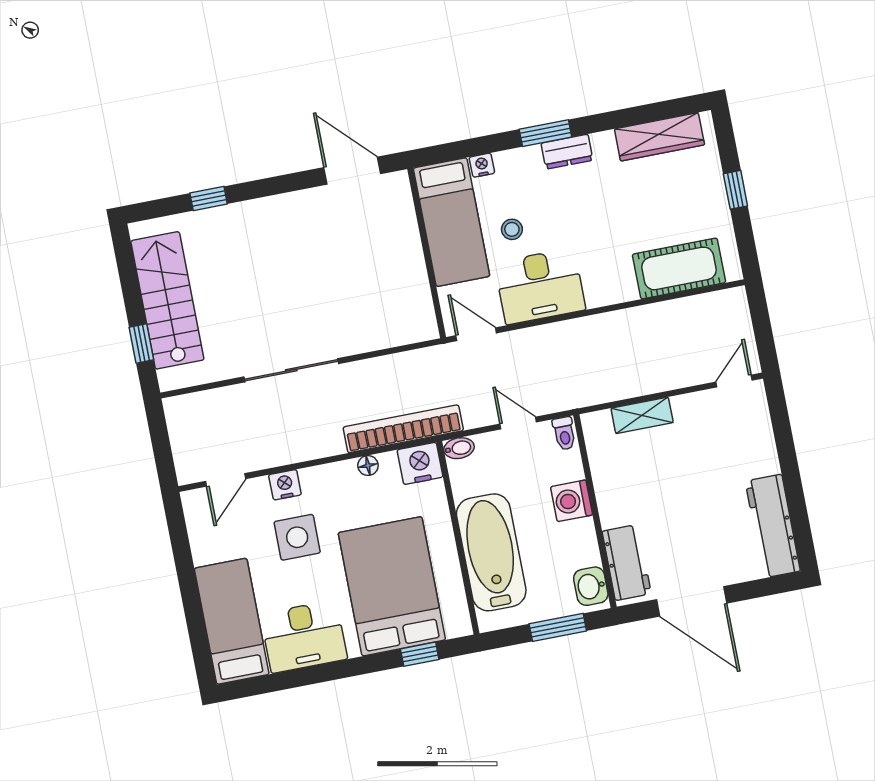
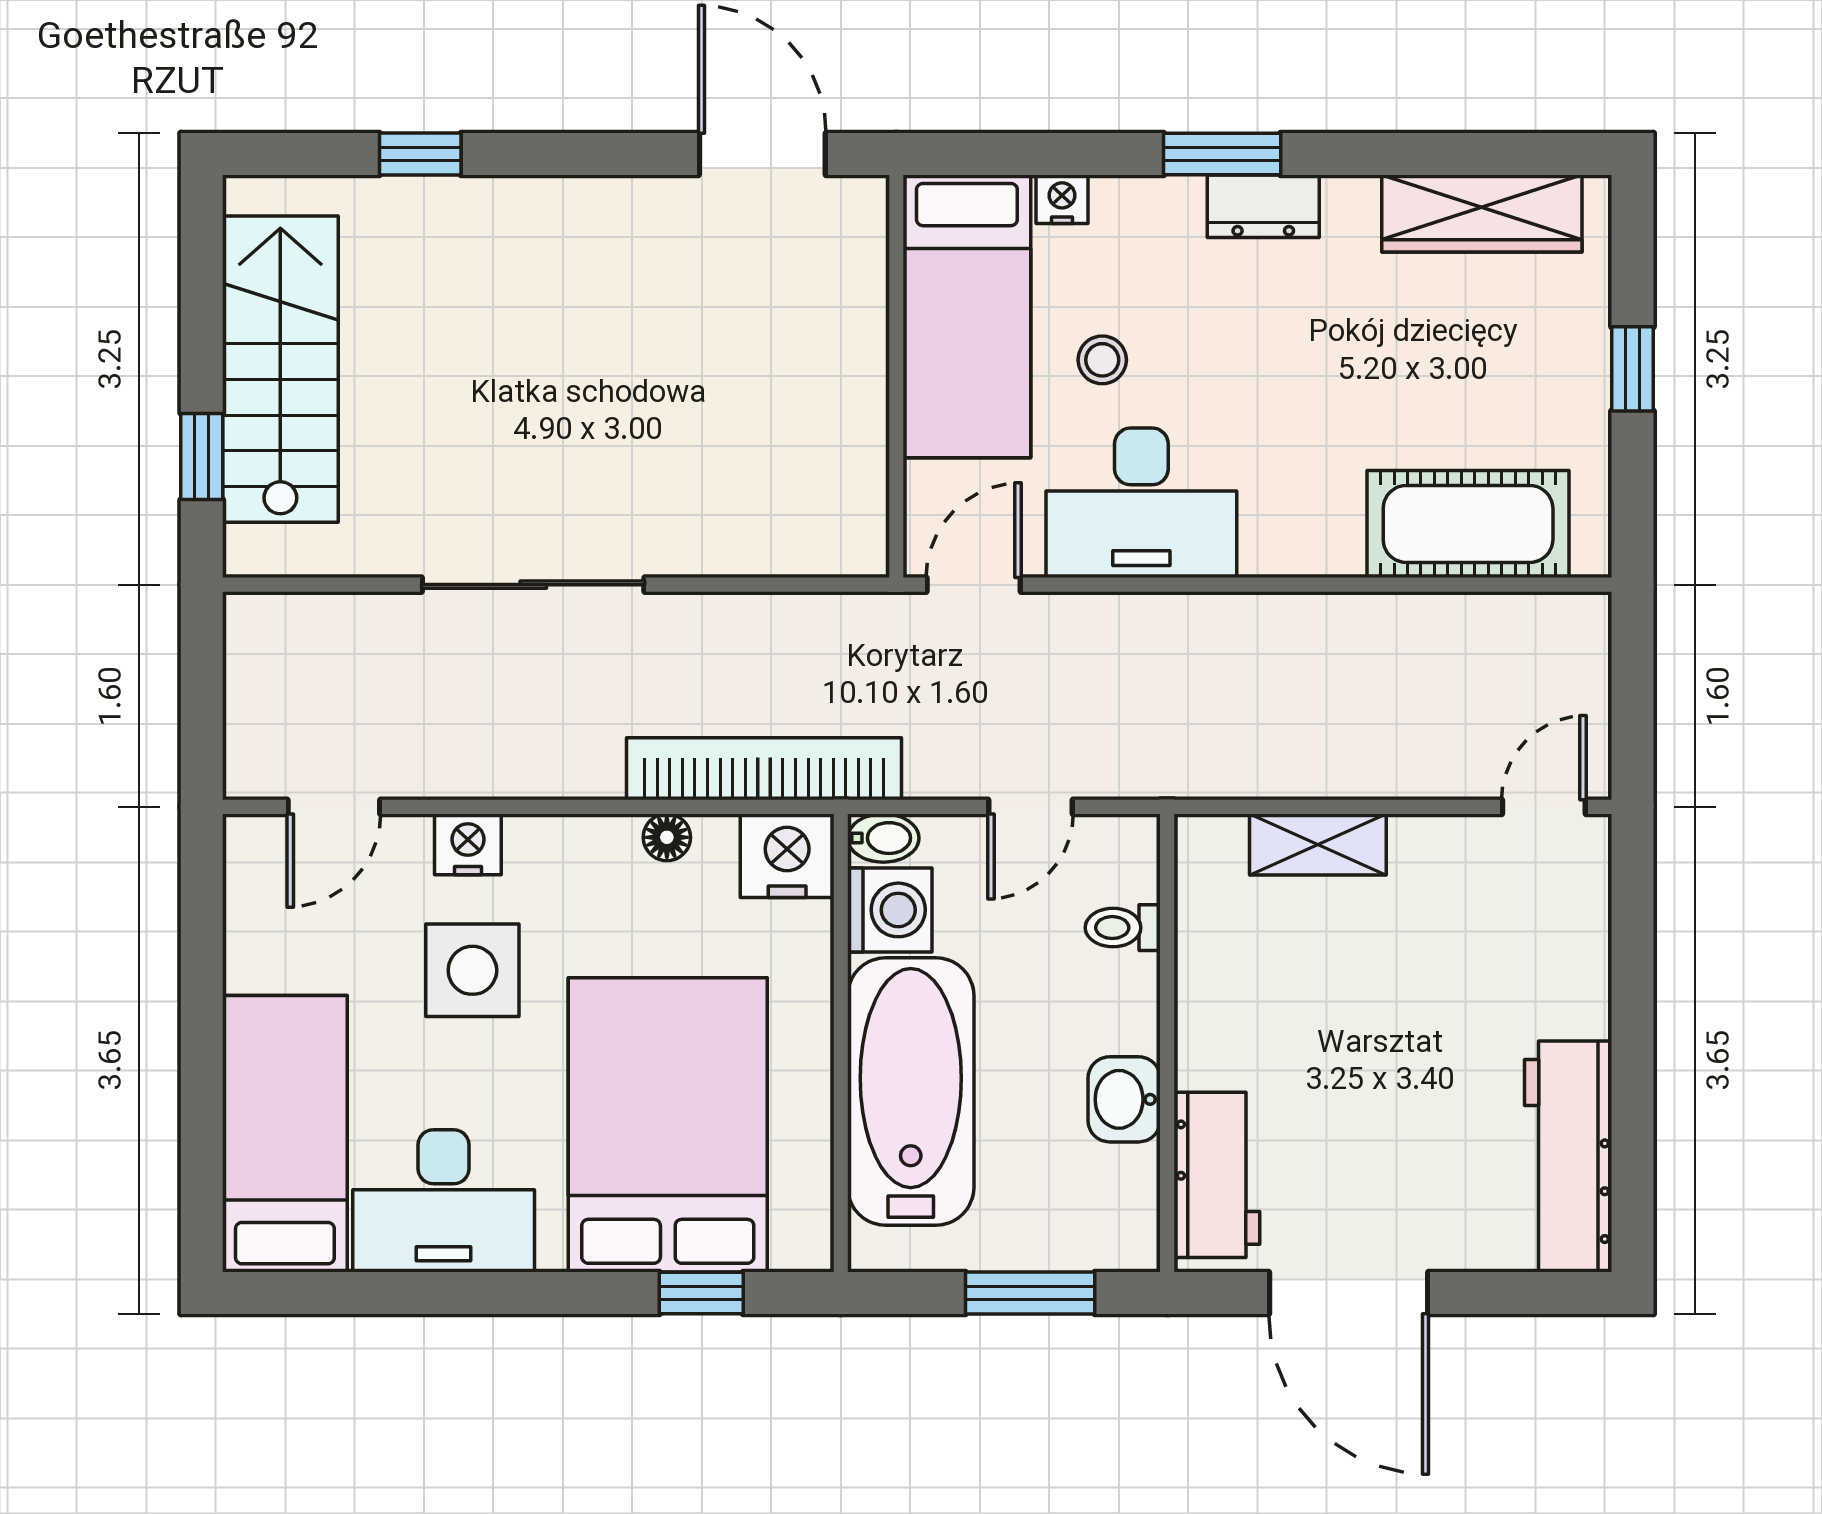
door: (476, 334) -> (974, 585), hinge flipped
door: (518, 423) -> (1030, 807), swing flipped
toilet: (564, 433) -> (1123, 928), moved, turned 90
washing machine: (572, 501) -> (890, 910), moved, turned 180
washbasin: (591, 586) -> (1124, 1099), moved

